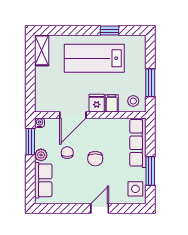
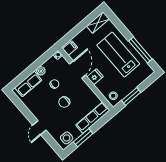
window: (110, 31) -> (140, 50), width x2.17
filing cabinet: (112, 103) -> (70, 48), moved
door: (73, 115) -> (78, 70), swing flipped
window: (30, 142) -> (43, 59), removed
door: (100, 208) -> (39, 128), swing flipped

